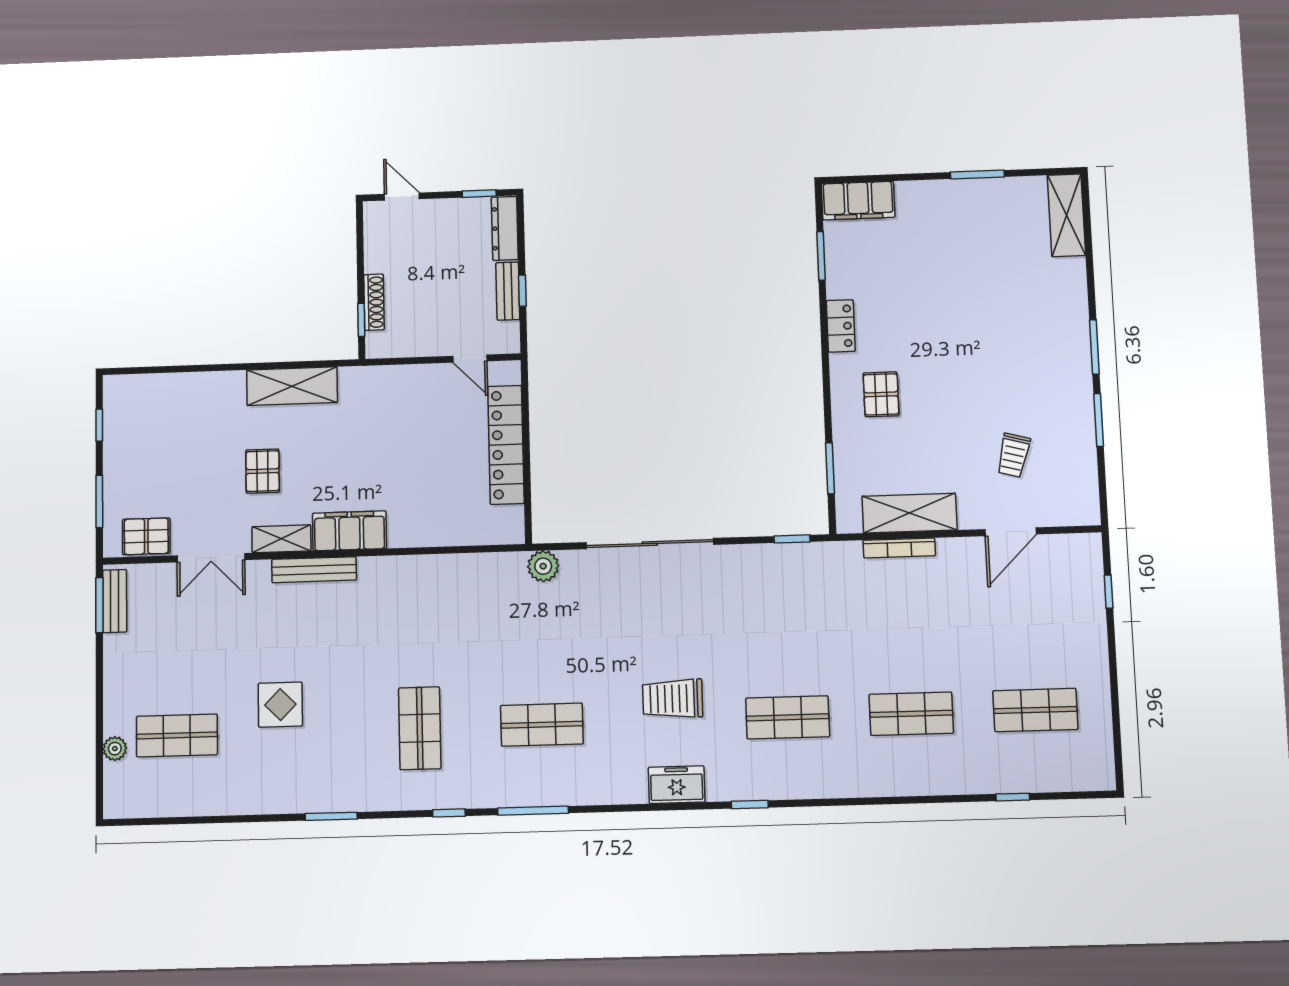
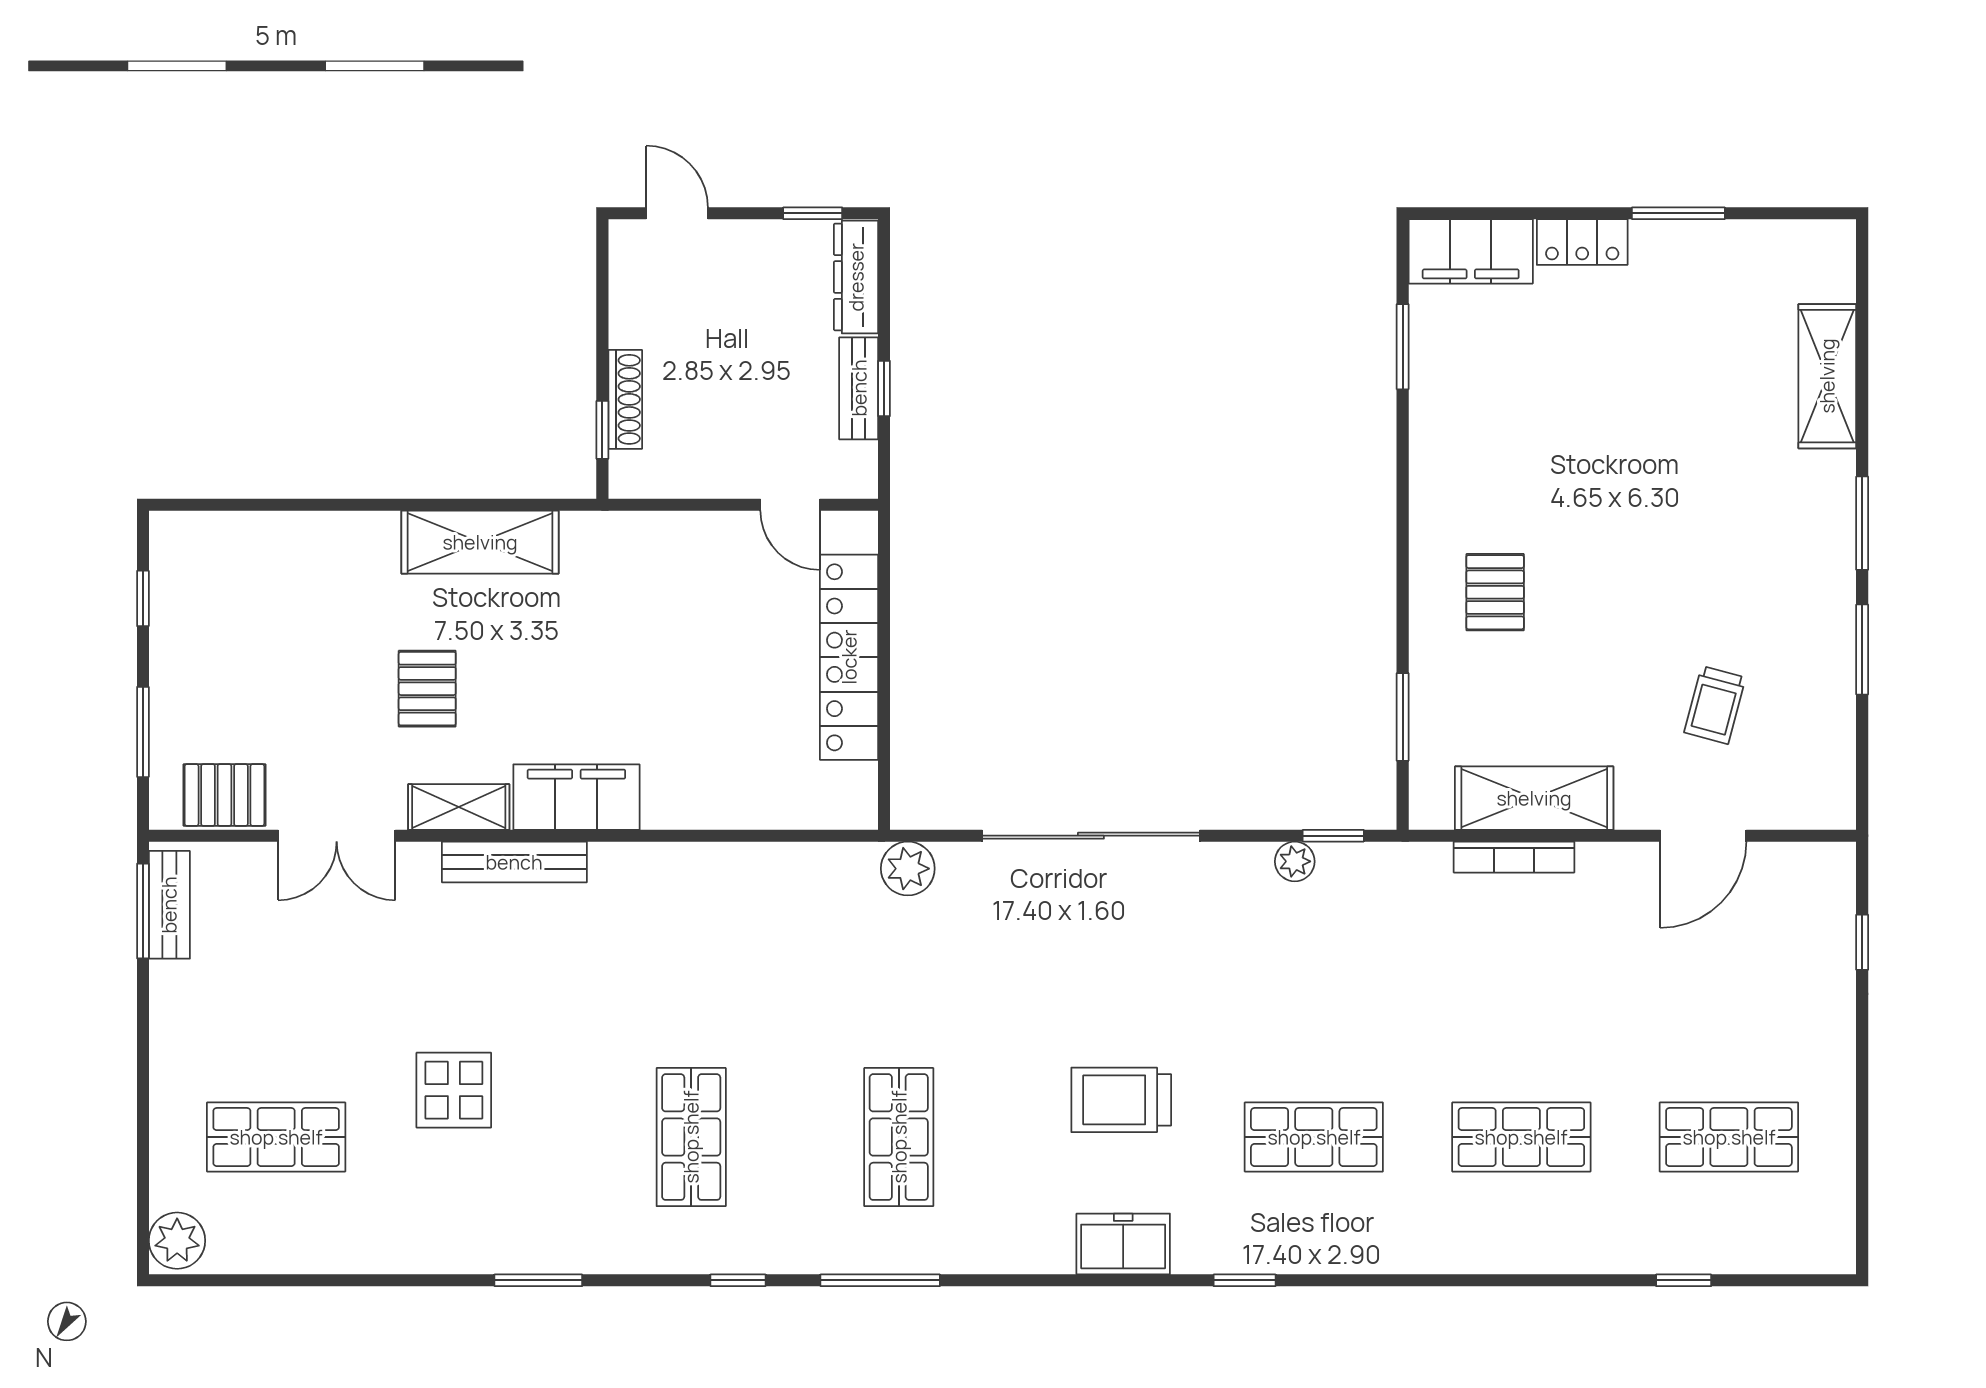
shelving: (1066, 215) -> (1827, 376), moved
locker: (841, 326) -> (1582, 242), moved, turned 90
plant: (770, 555) -> (1295, 861), added
shop shelf: (542, 725) -> (899, 1137), turned 90
plant: (115, 749) -> (177, 1241), moved, width x1.38, depth x1.38

